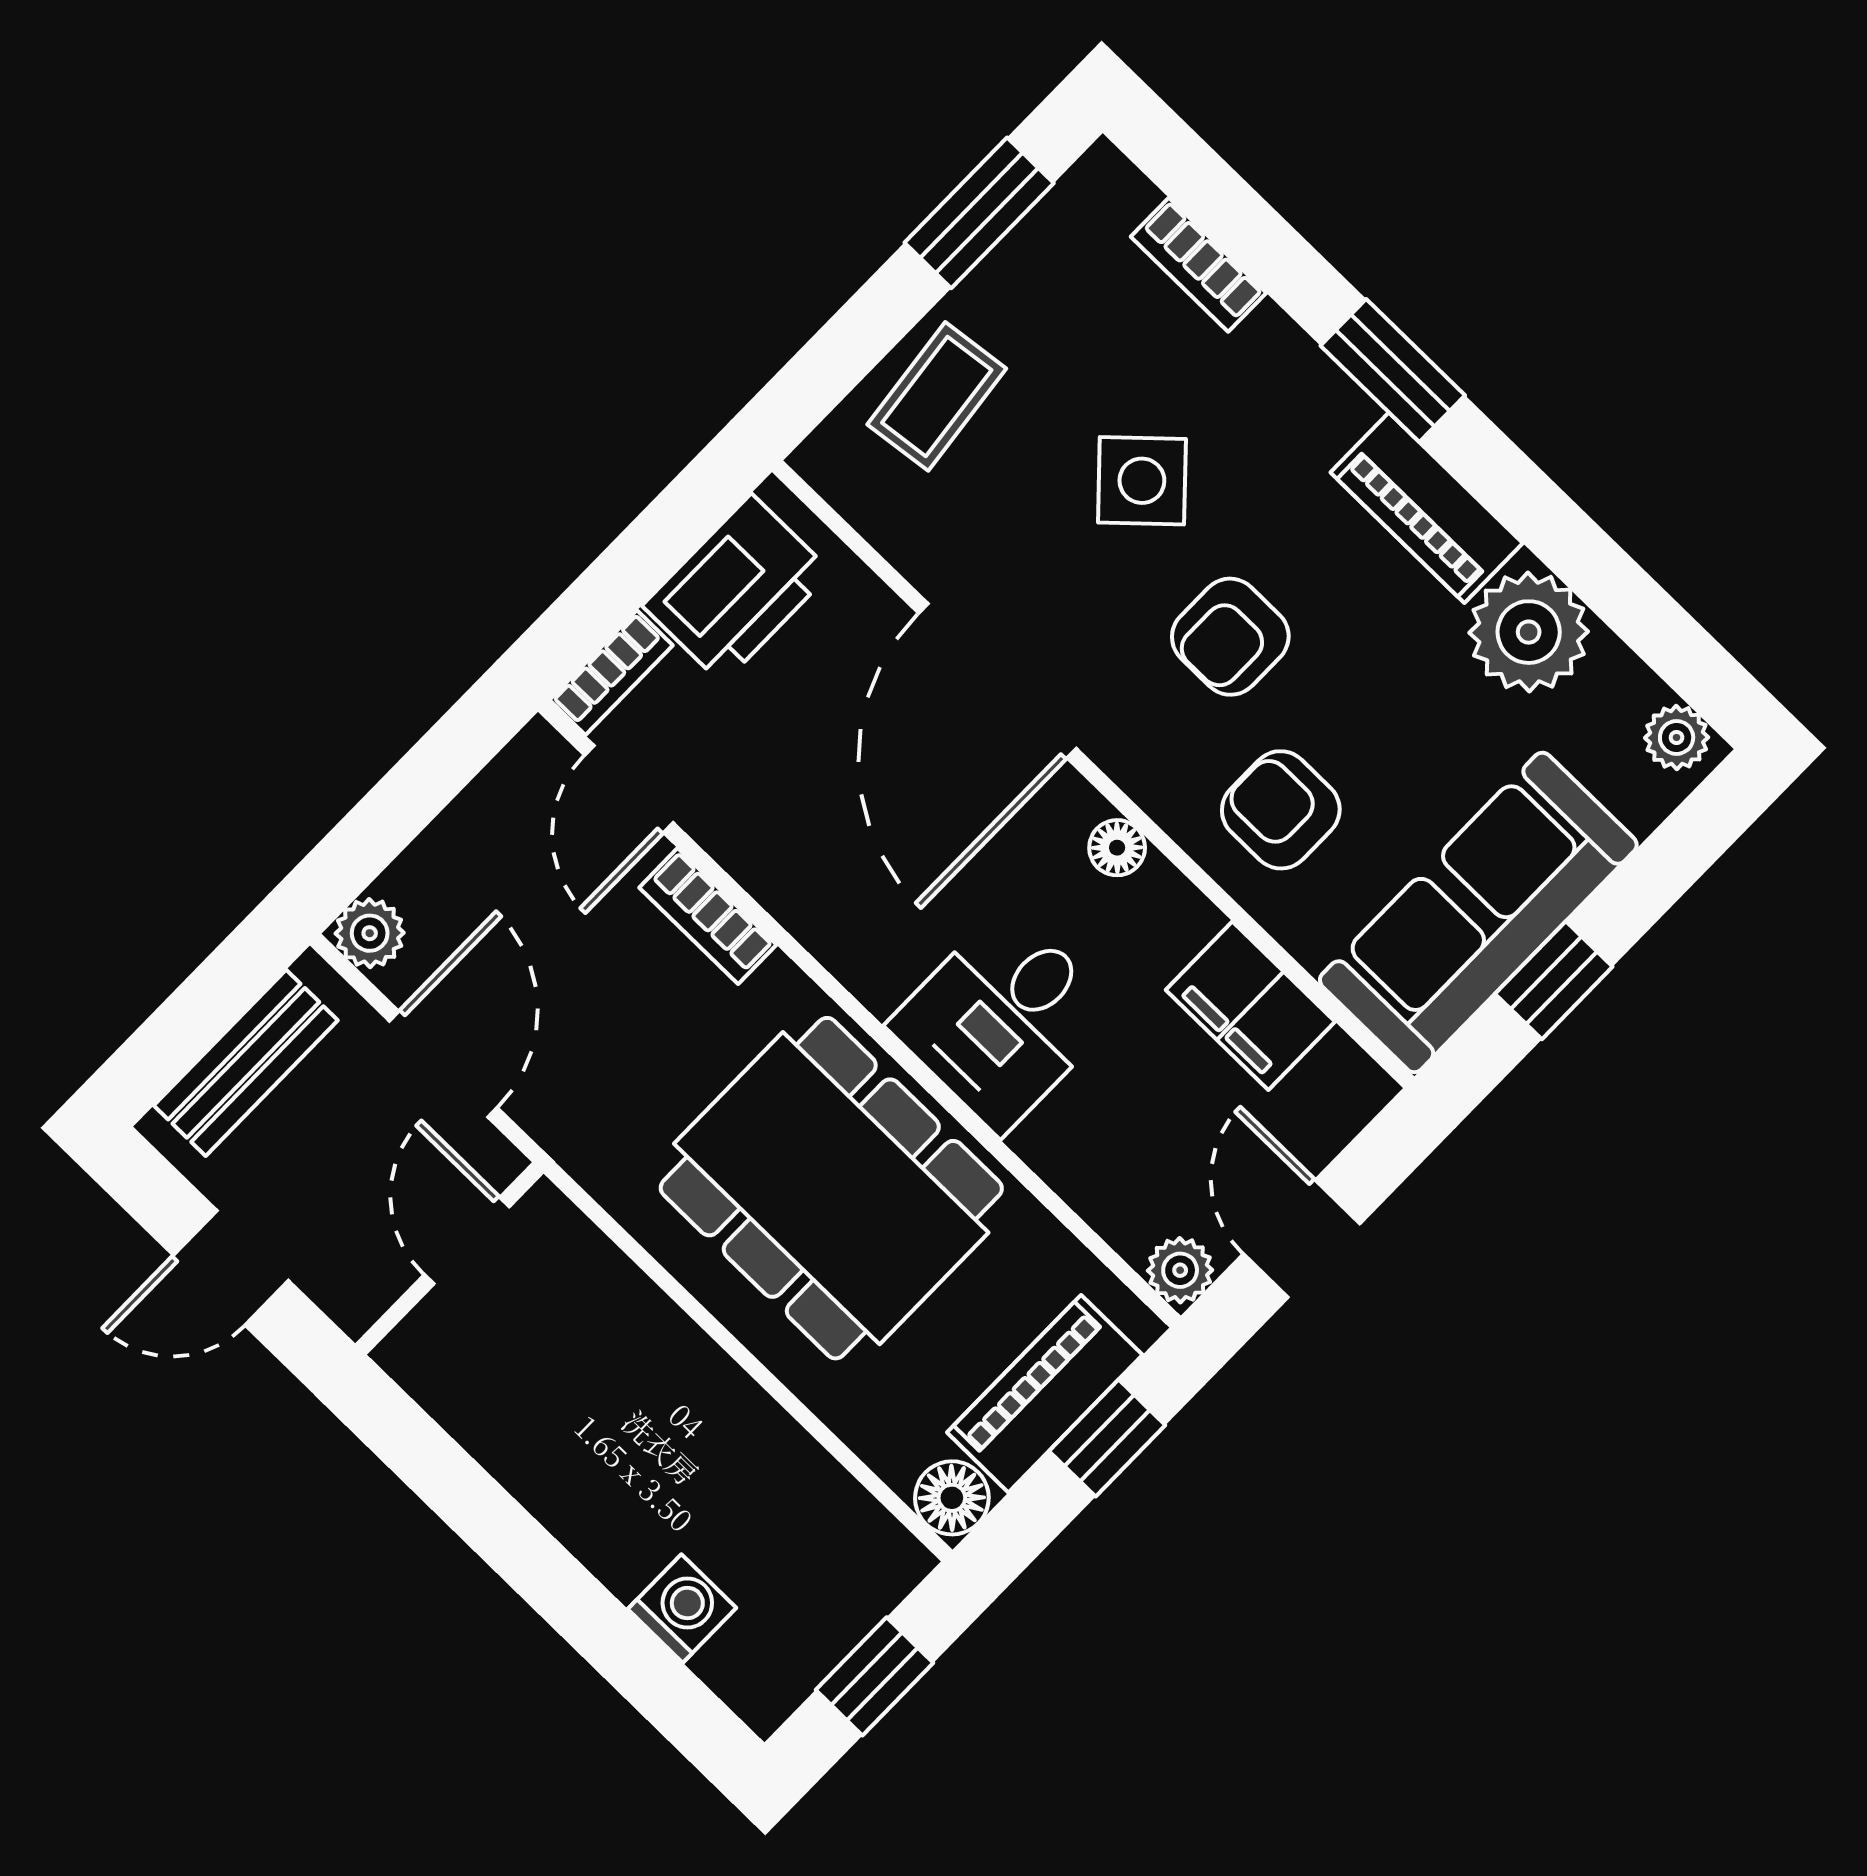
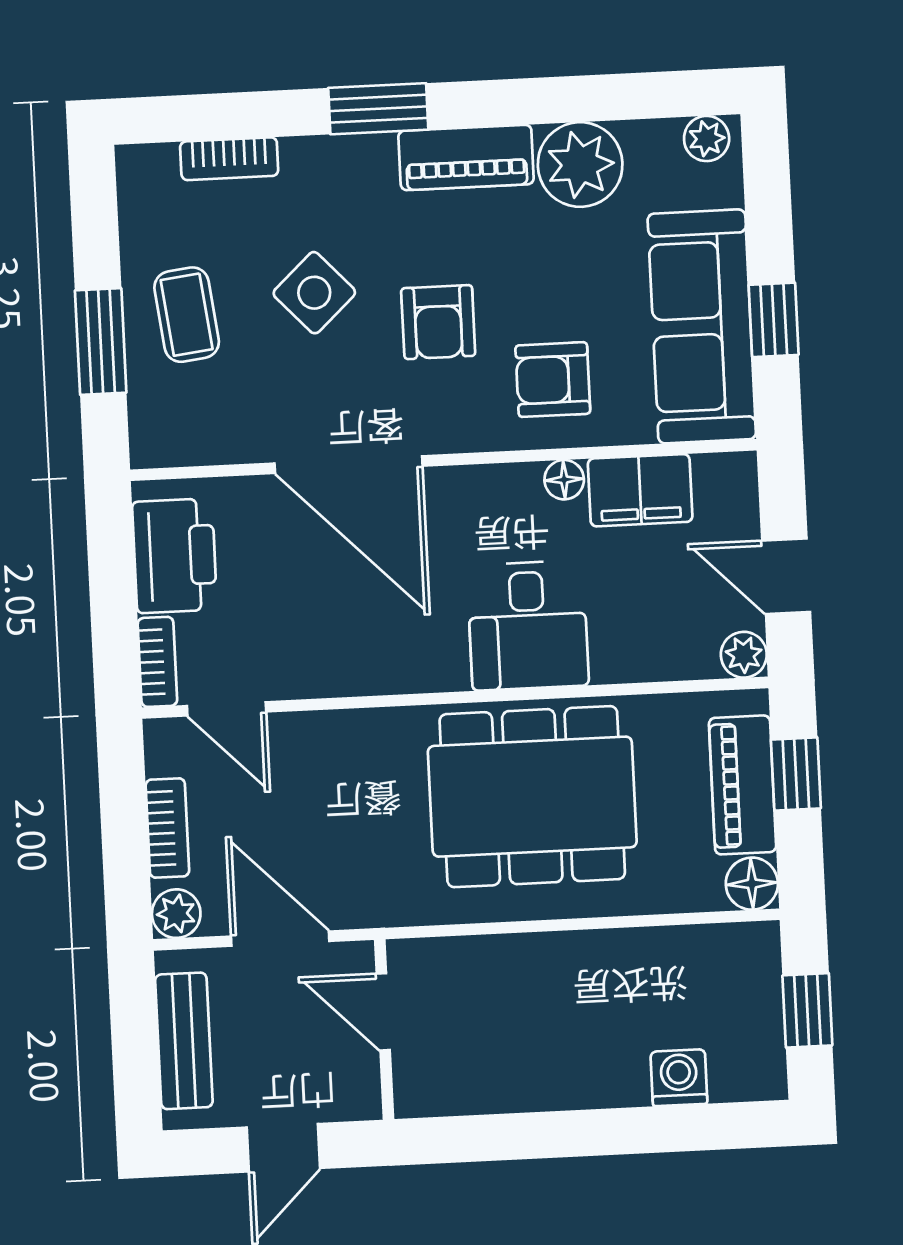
window: (979, 213) -> (101, 342), moved
coffee table: (937, 396) -> (187, 315), moved
floor lamp: (1117, 848) -> (564, 480), moved
bookcase: (708, 916) -> (167, 828), moved, turned -90

